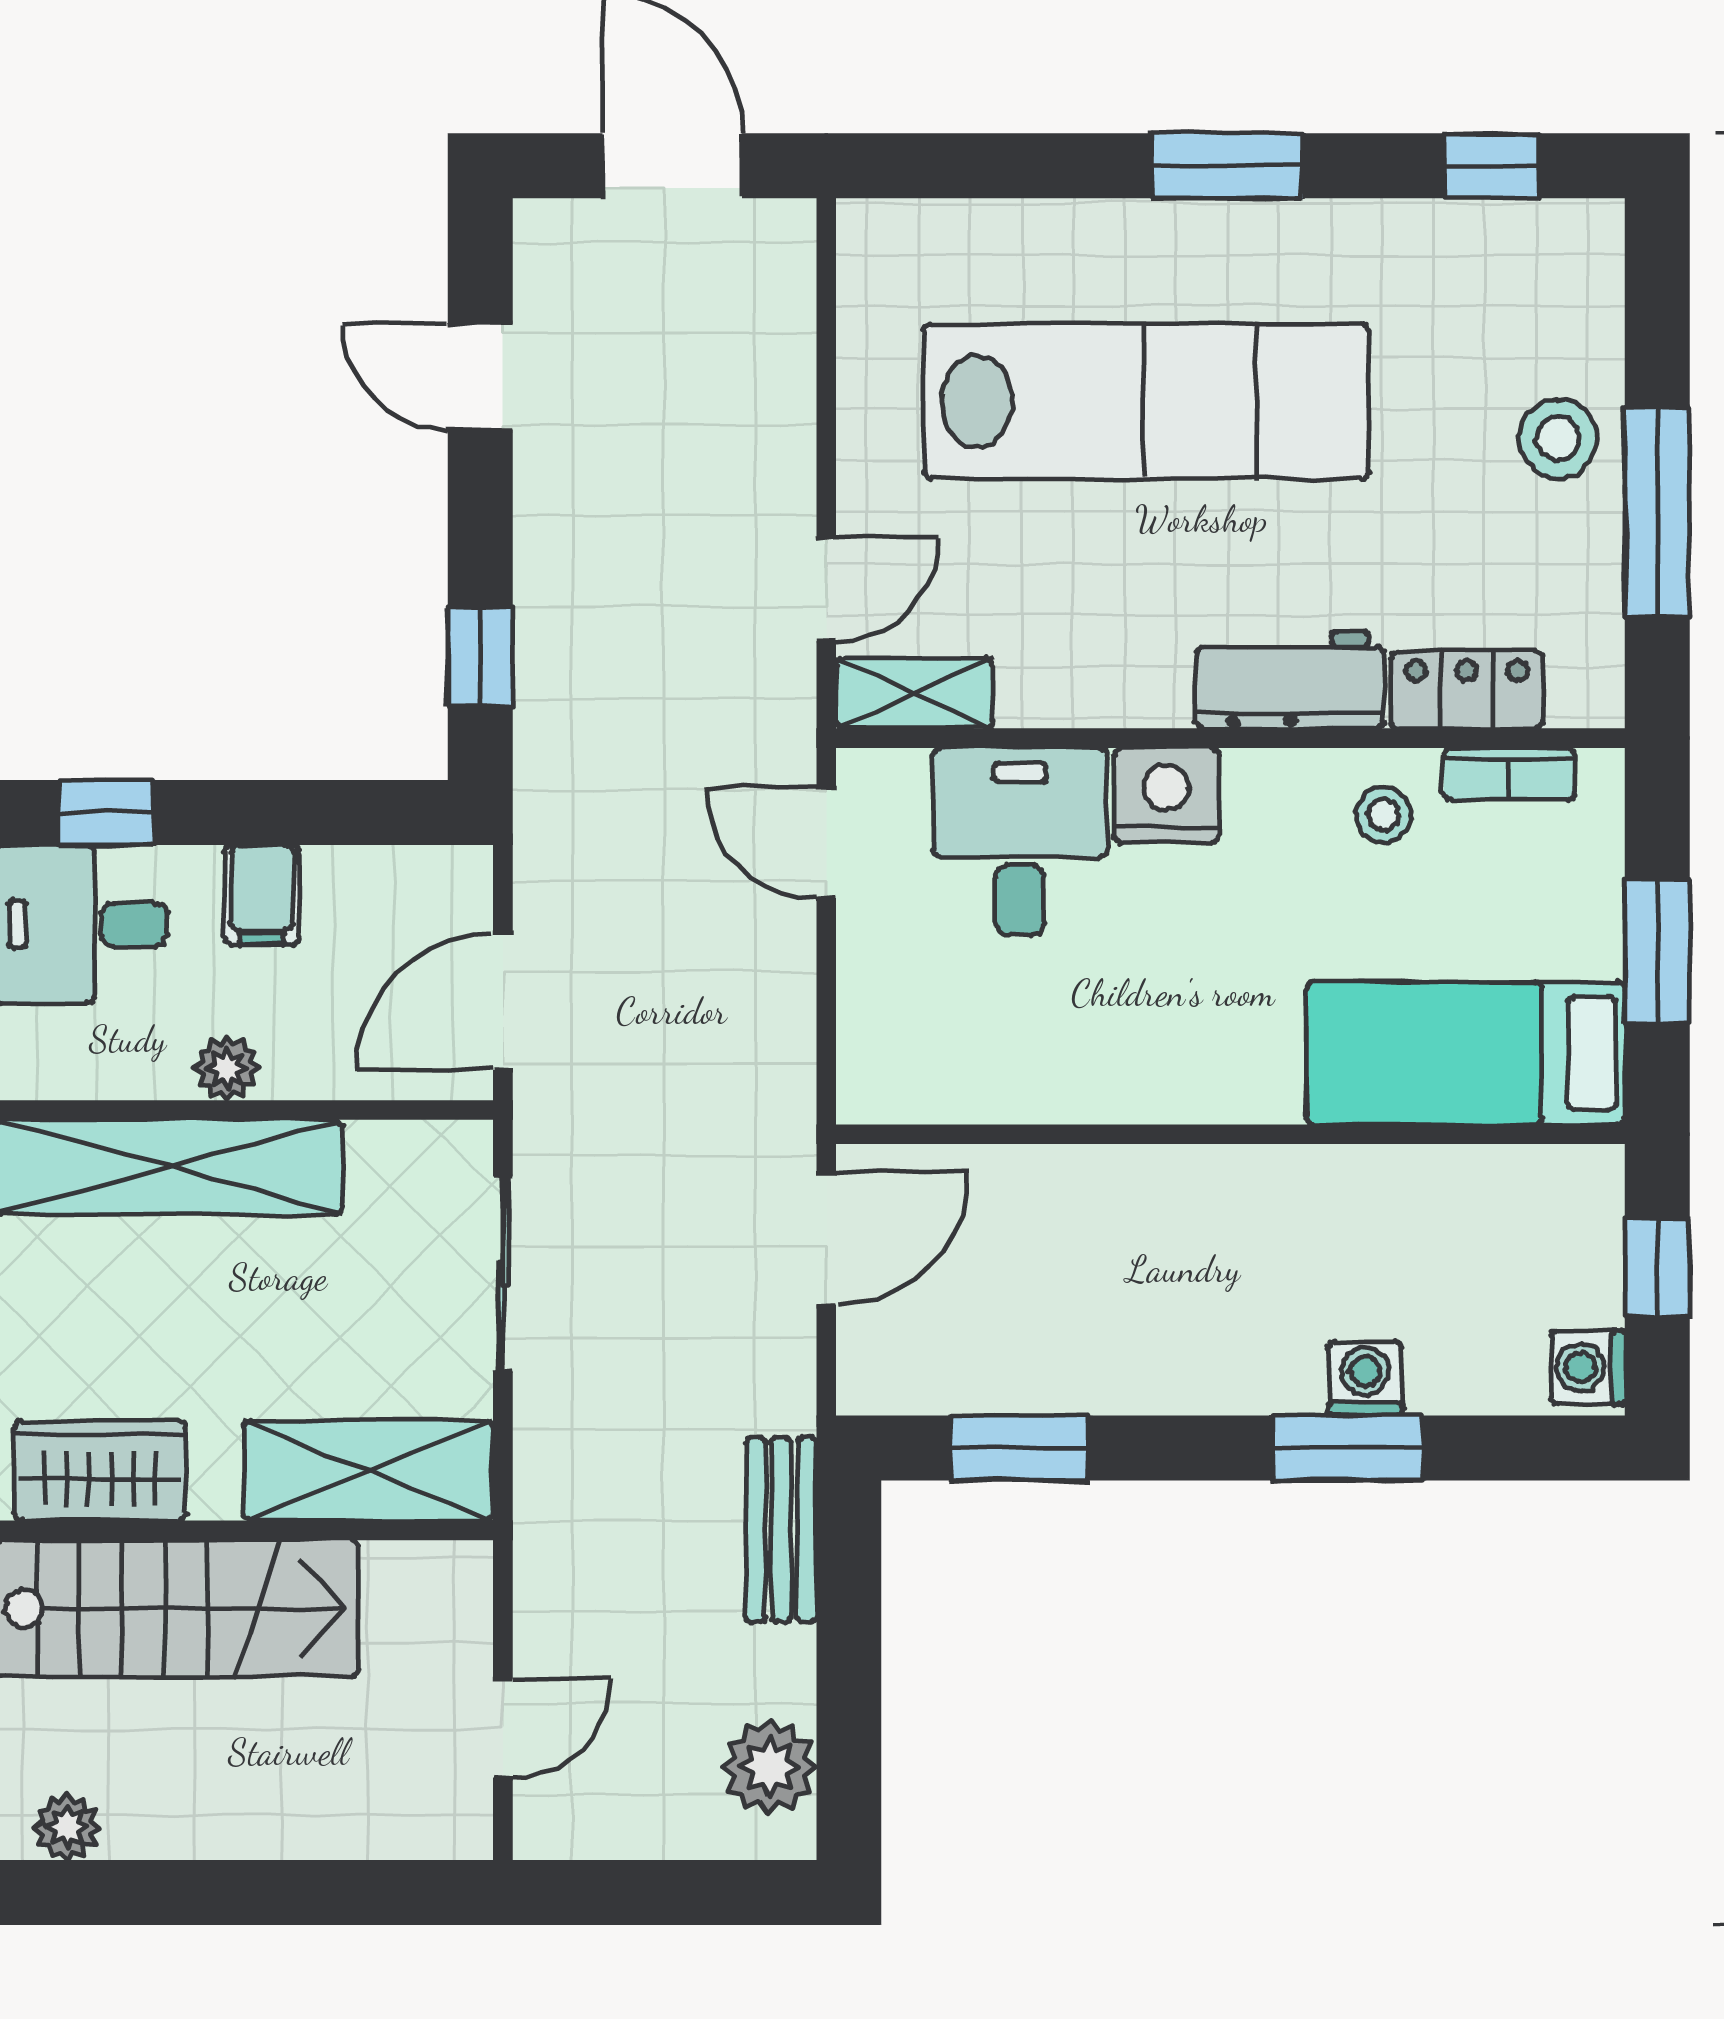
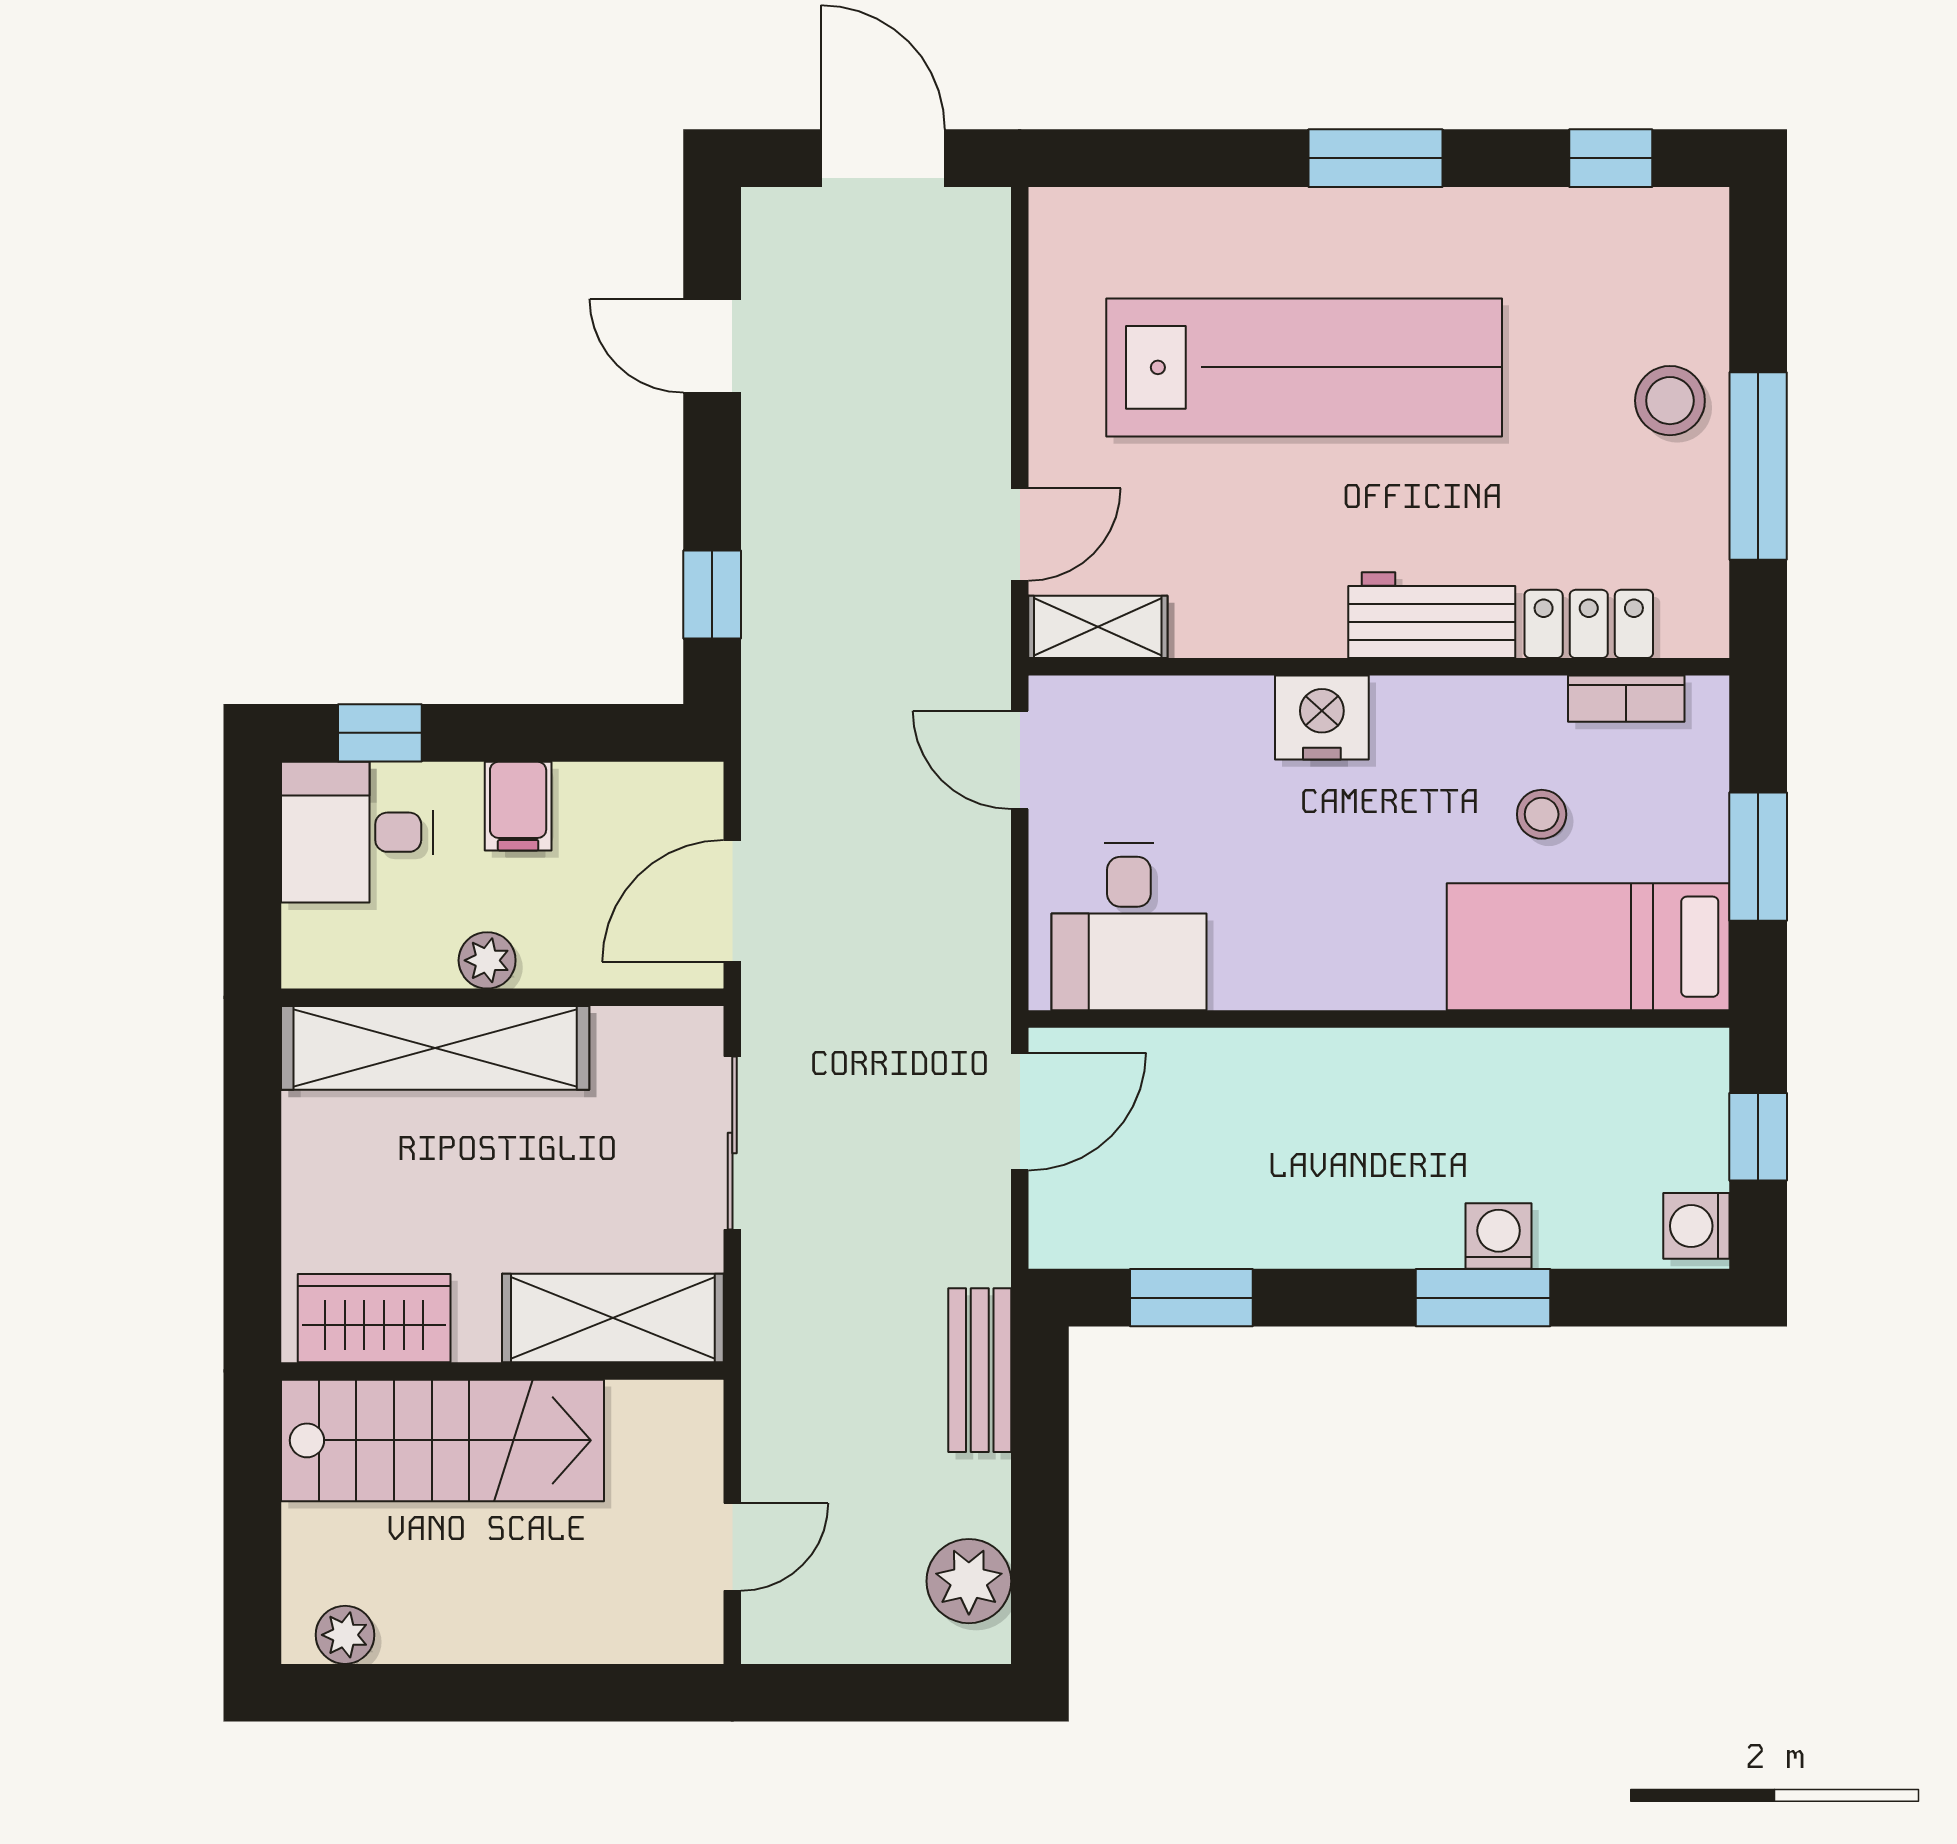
stool: (1383, 815) -> (1542, 814), moved
desk: (1020, 842) -> (1129, 927), moved, turned 180

